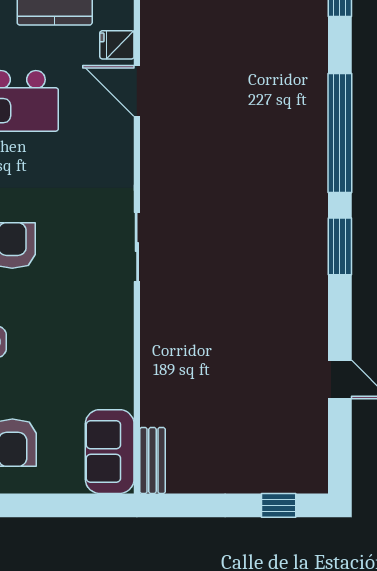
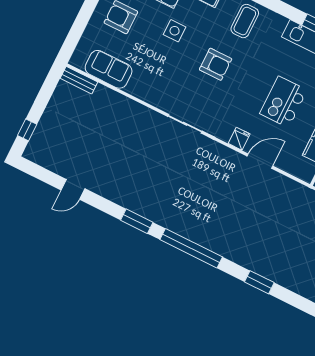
fridge: (117, 45) -> (239, 139), moved
sofa: (110, 452) -> (109, 69), moved

